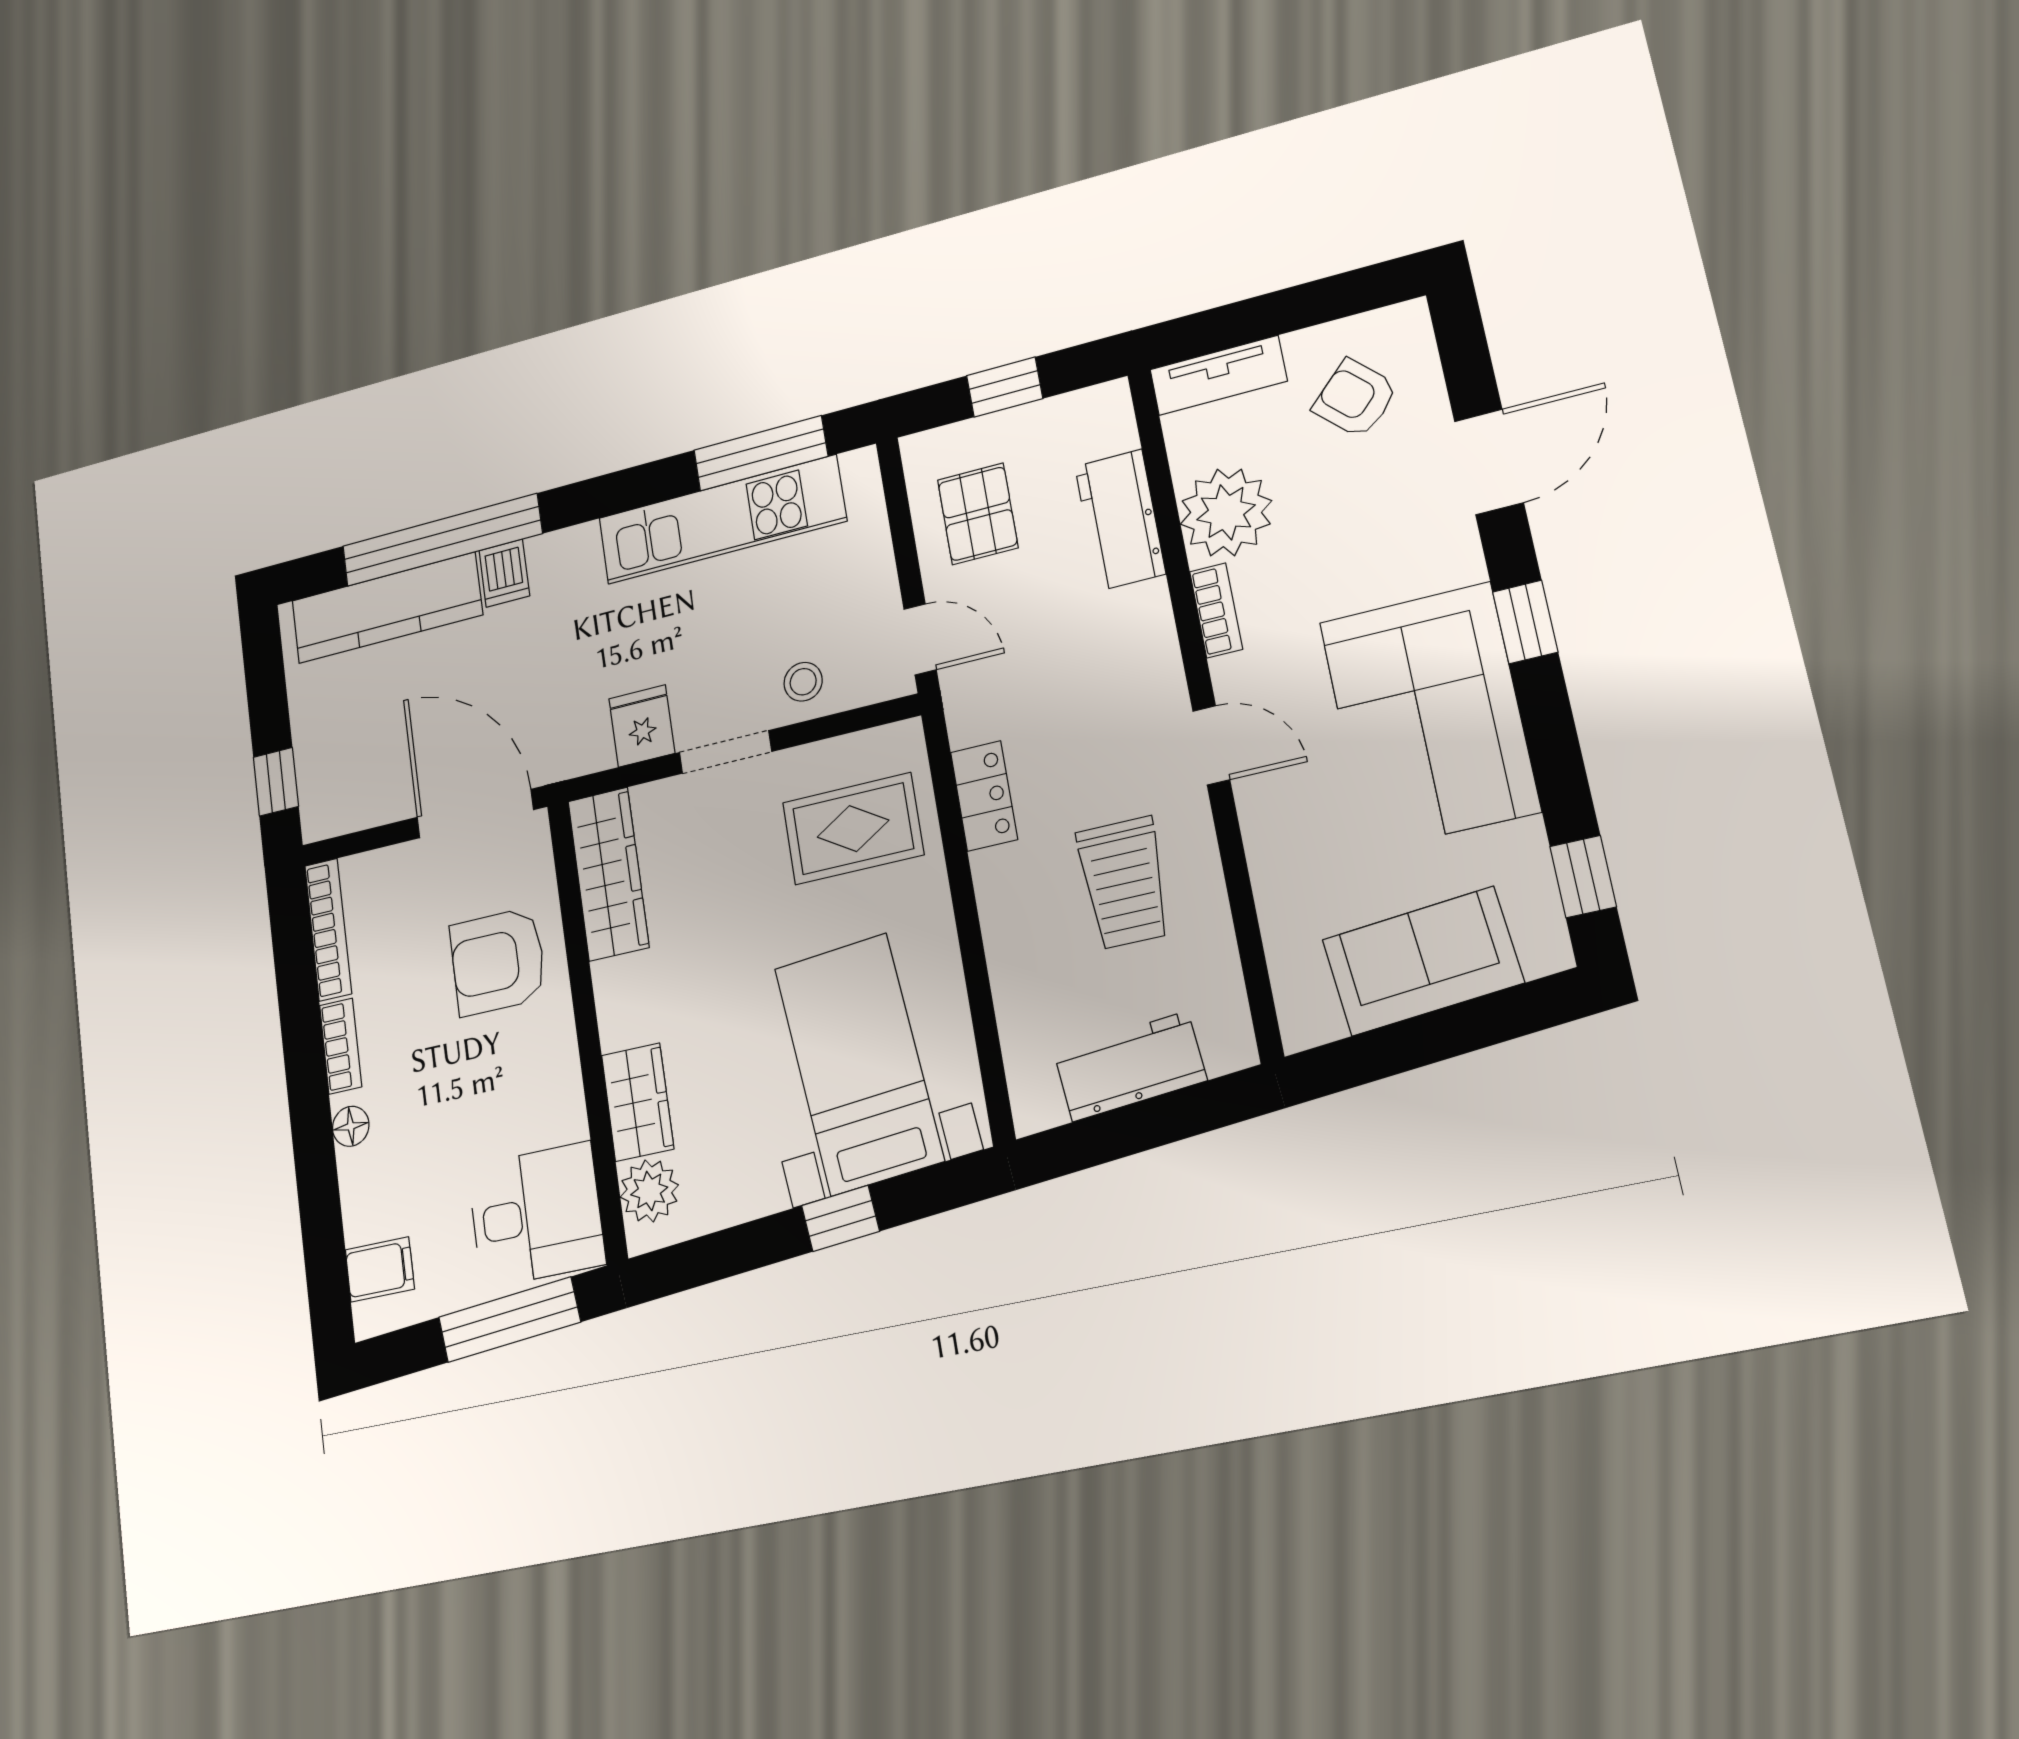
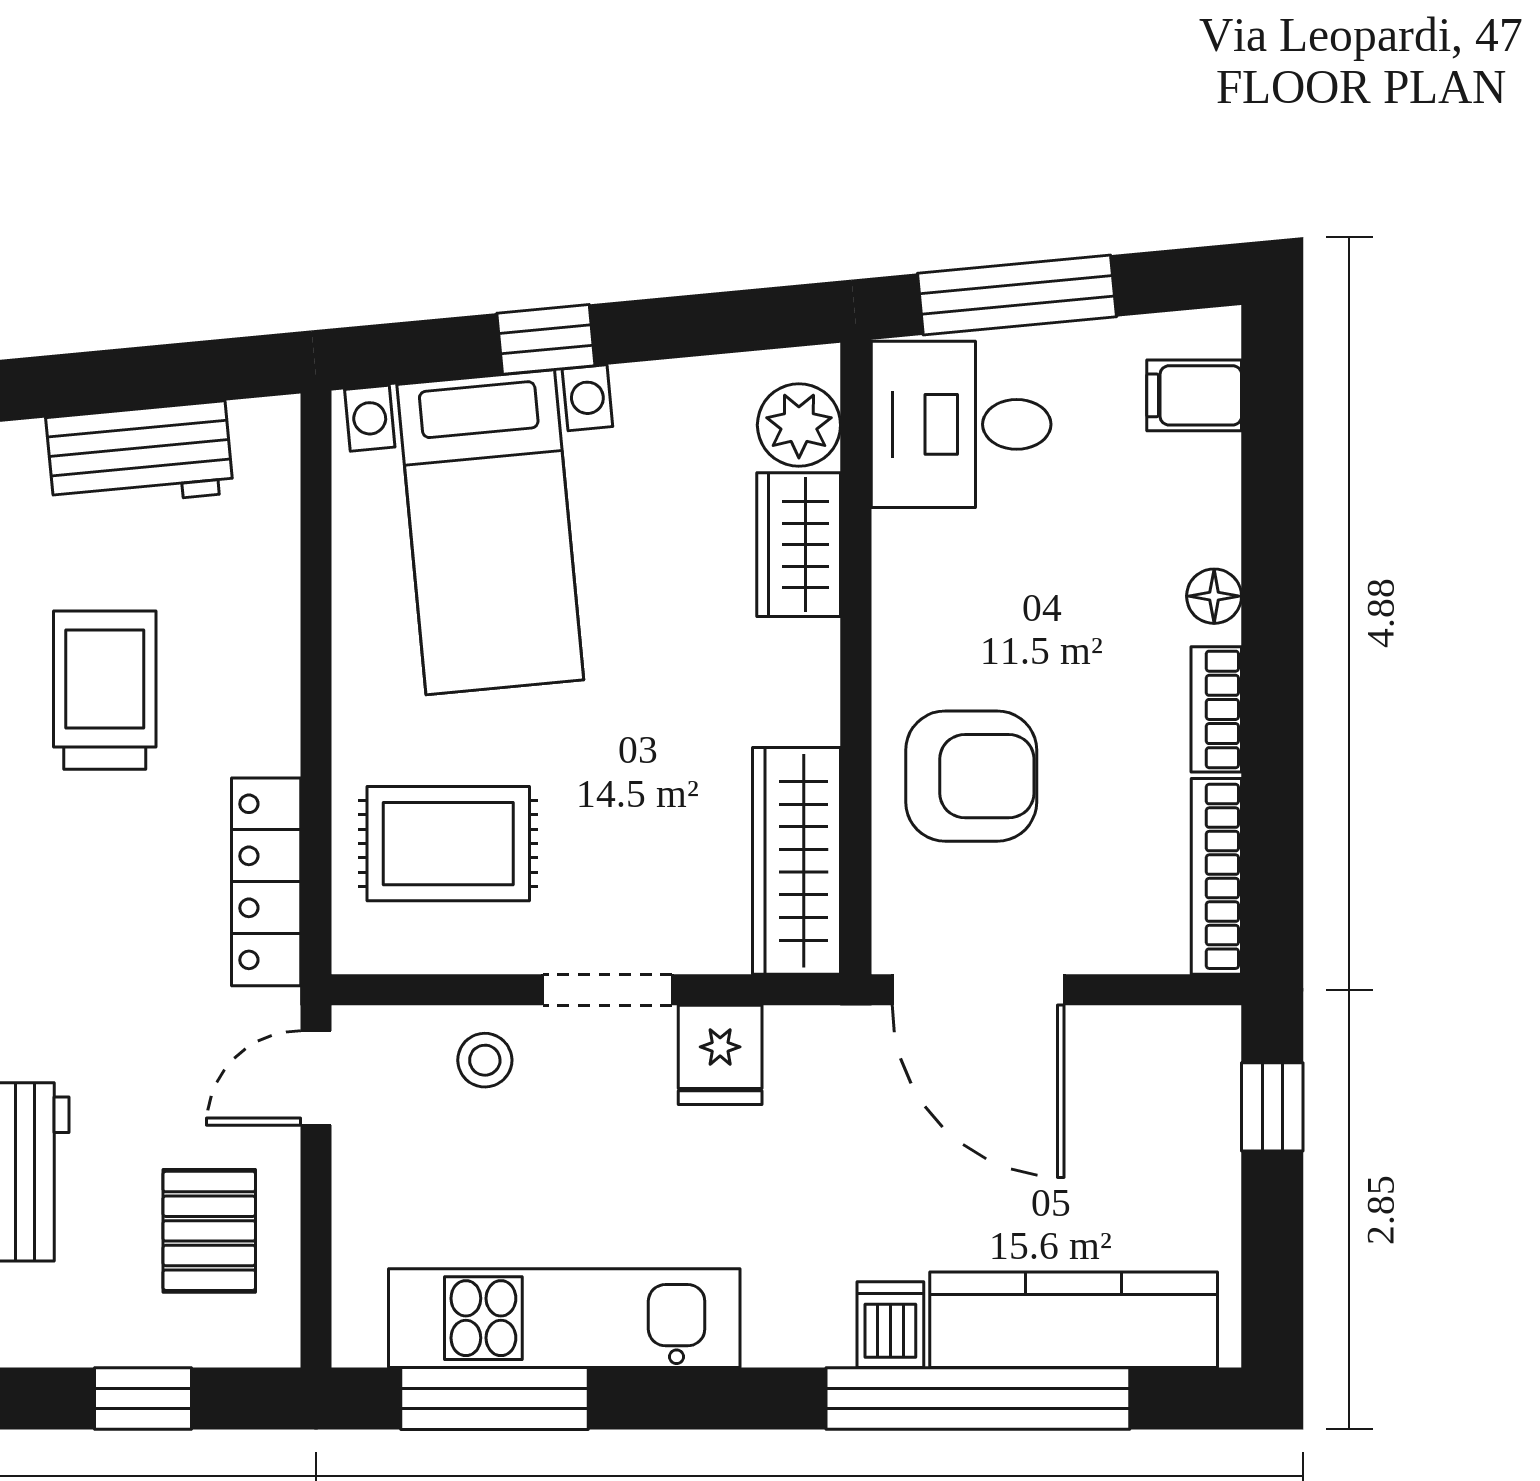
door: (920, 639) -> (316, 1078), hinge flipped
locker: (984, 796) -> (266, 882), width x1.53

